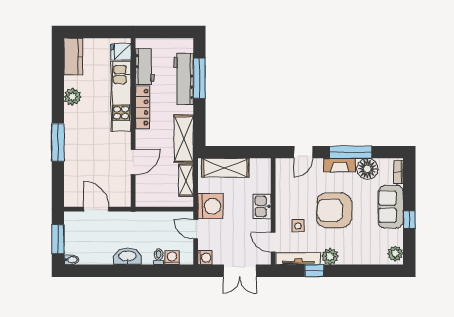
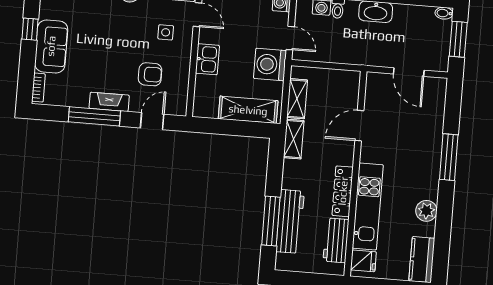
shelving: (184, 139) -> (294, 139), width x0.67, depth x0.75
floor lamp: (367, 169) -> (76, 95), removed
armchair: (334, 210) -> (150, 74), moved, width x0.53, depth x0.53

